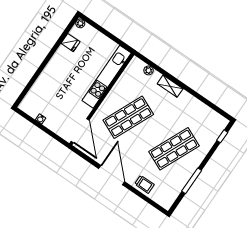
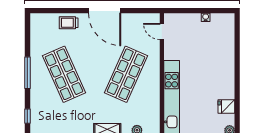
door: (80, 131) -> (162, 31), width x0.53
shop shelf: (174, 149) -> (64, 74), turned -48
window: (192, 181) -> (27, 73), moved

